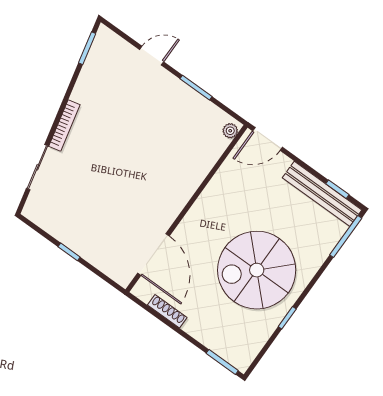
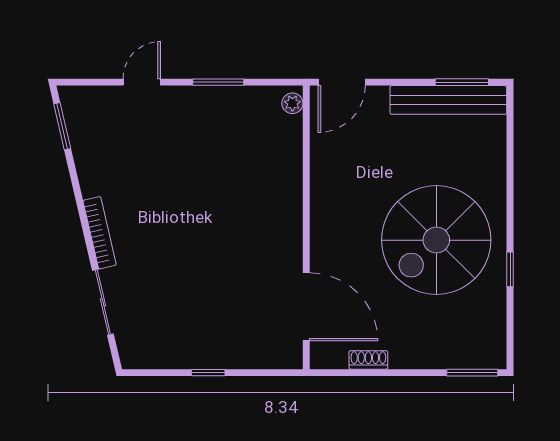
window: (337, 189) -> (462, 82), width x1.50
window: (346, 237) -> (510, 129), removed
shoe rack: (167, 311) -> (368, 360), width x0.70

